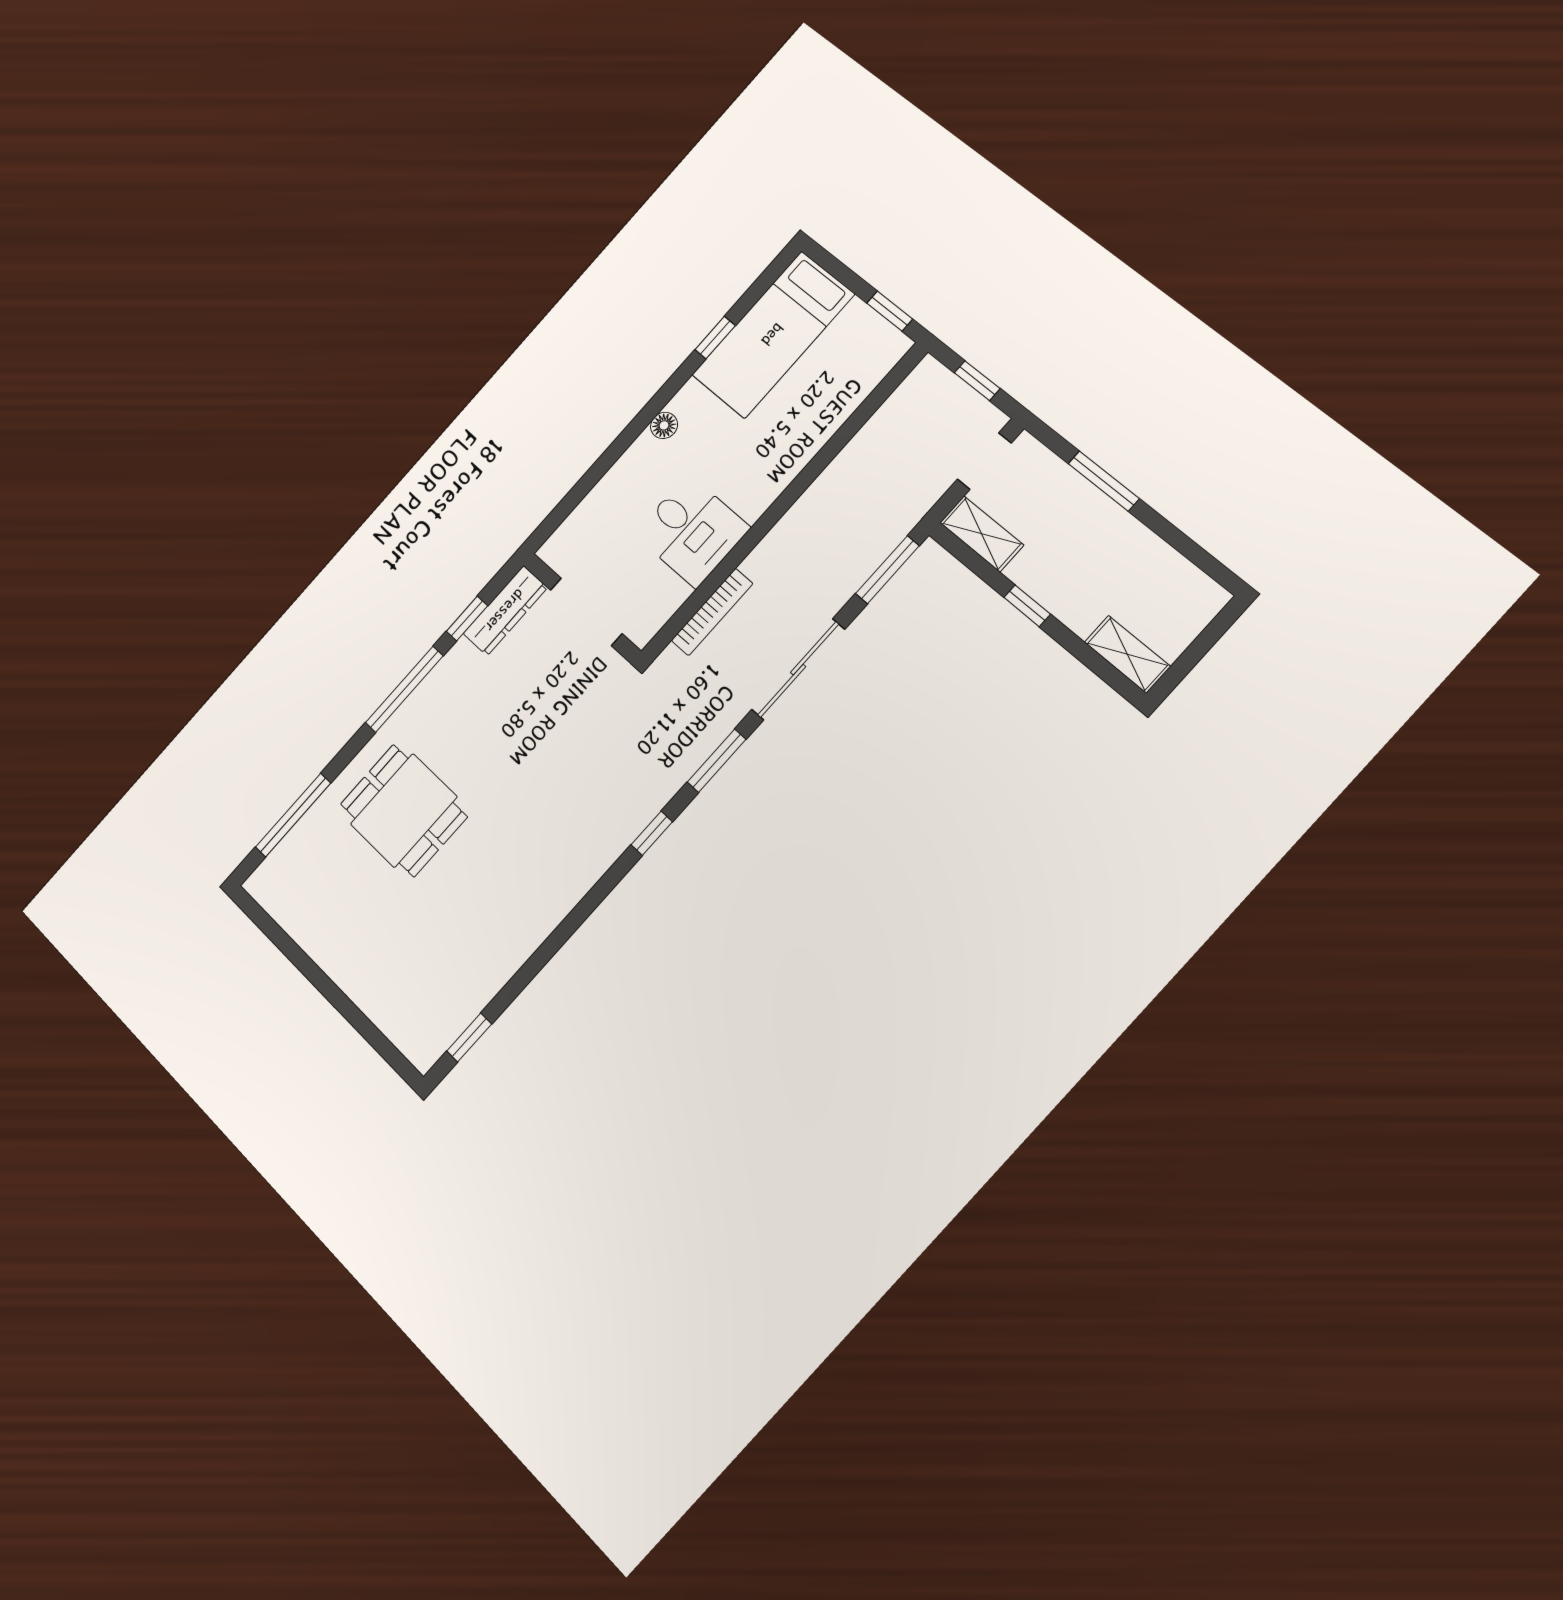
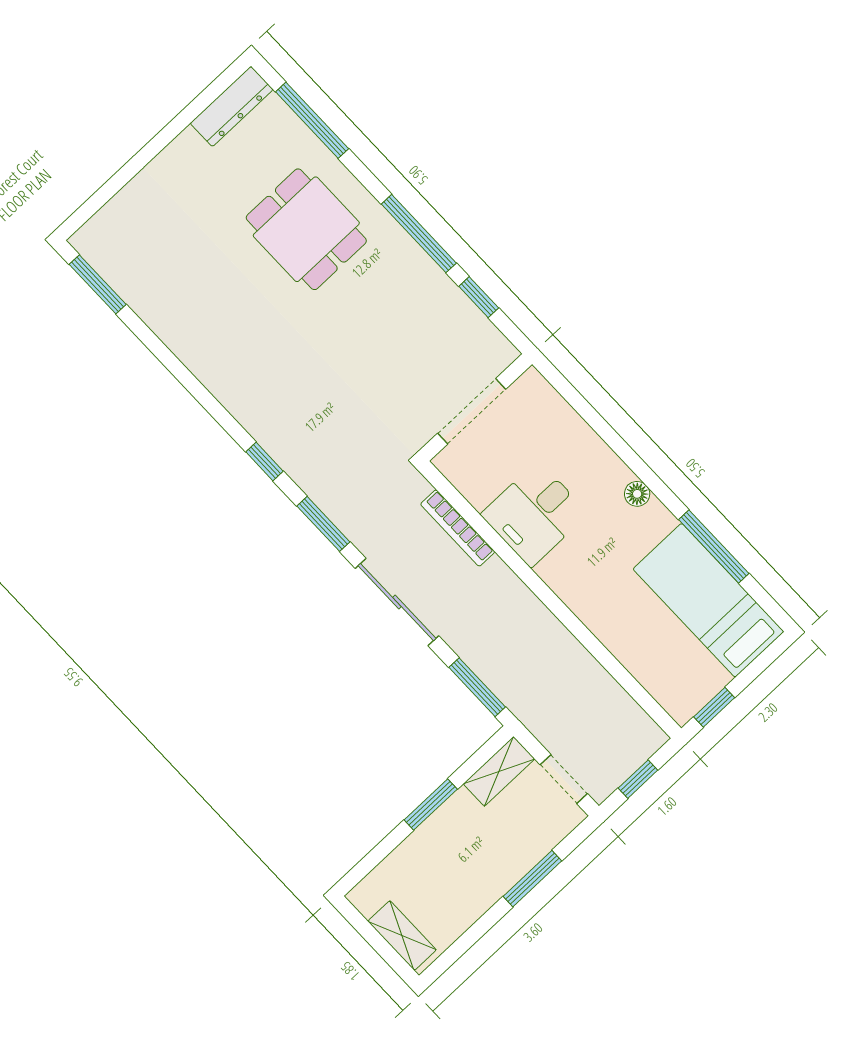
window: (715, 338) -> (714, 547), width x2.17
window: (1027, 606) -> (431, 804), width x1.50
dresser: (505, 611) -> (232, 106), moved, turned -90
shelving: (1127, 654) -> (402, 936), moved, turned 90
dining table: (404, 810) -> (306, 229), turned 90
window: (469, 1038) -> (98, 284), width x1.50

